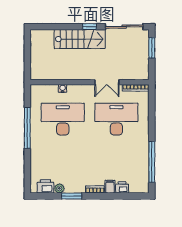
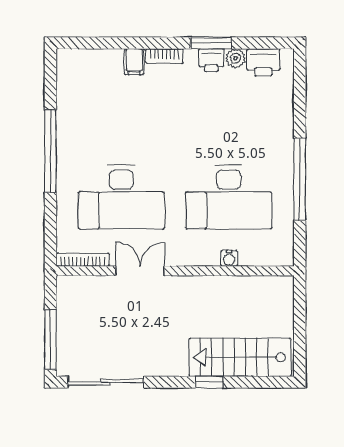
window: (89, 27) -> (209, 382), moved
stairs: (80, 39) -> (240, 357), moved
window: (152, 48) -> (50, 340), width x1.44
window: (152, 162) -> (50, 151), moved
printer: (122, 187) -> (212, 60), moved

